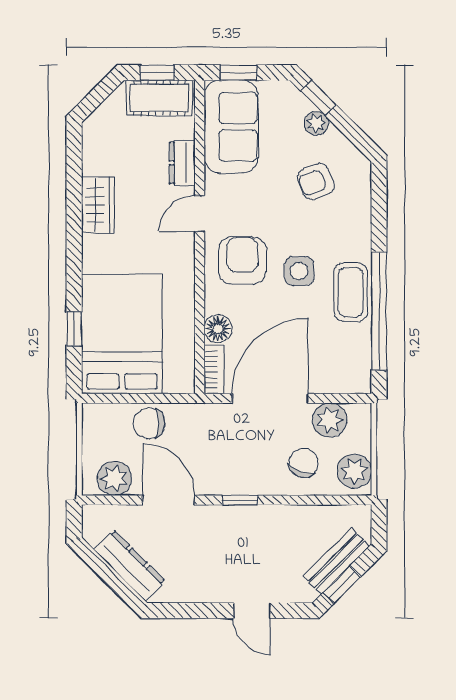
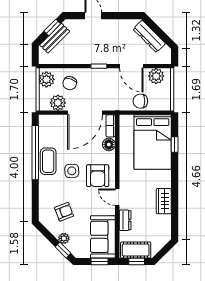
door: (200, 214) -> (117, 197), swing flipped
chair: (149, 424) -> (140, 101), turned 180

